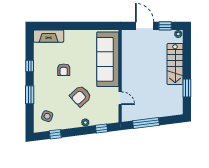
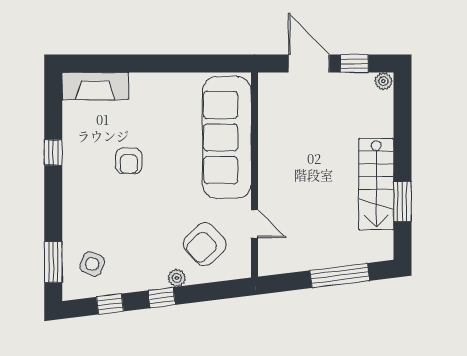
stairs: (175, 64) -> (376, 184), moved
window: (30, 95) -> (53, 262), moved
armchair: (80, 96) -> (205, 244), moved
window: (146, 123) -> (340, 276), moved
window: (101, 128) -> (162, 298), moved

